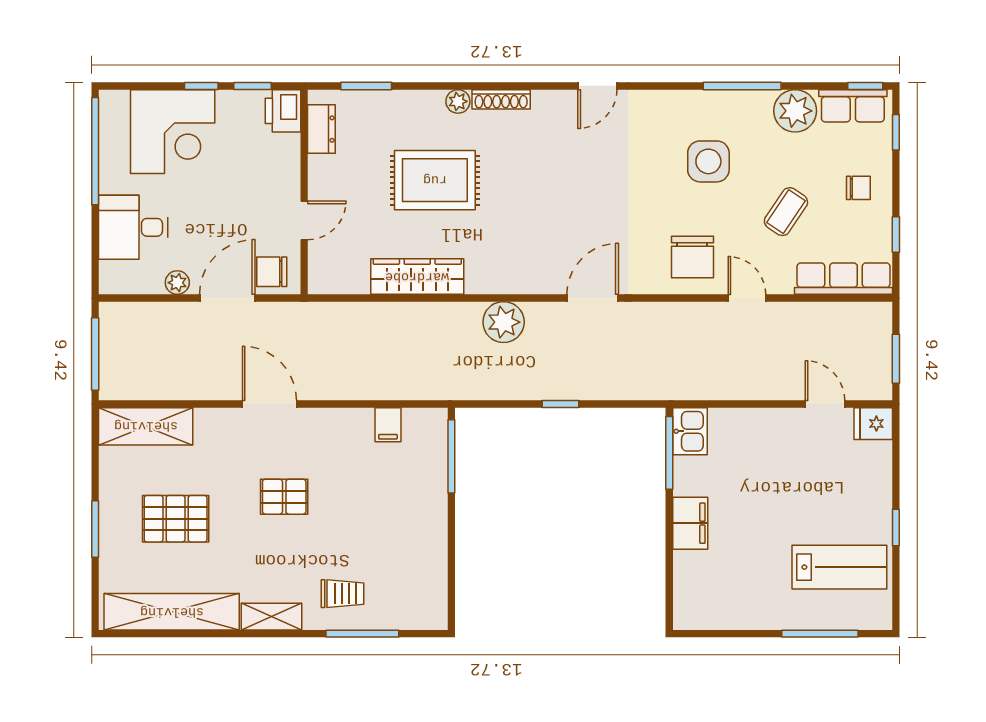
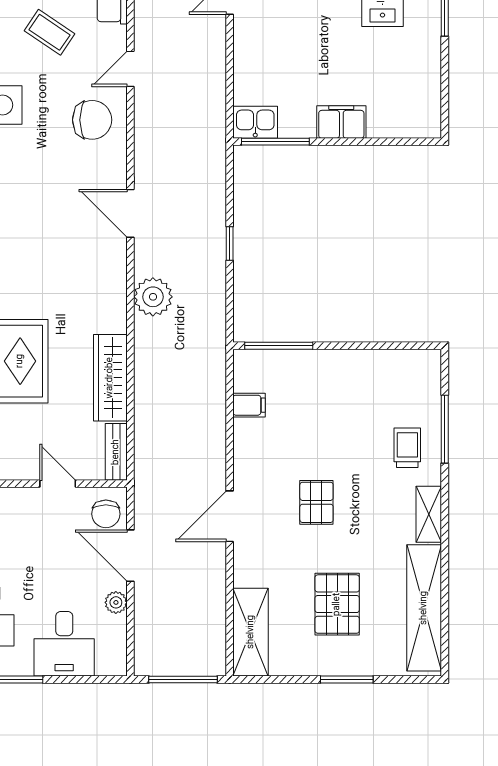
bench: (338, 283) -> (116, 452), added

